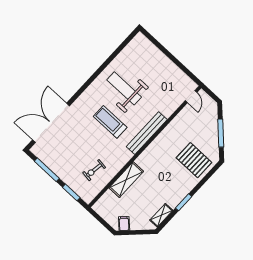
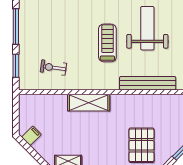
bench: (147, 133) -> (148, 83), moved
shelving: (126, 180) -> (89, 103), moved

